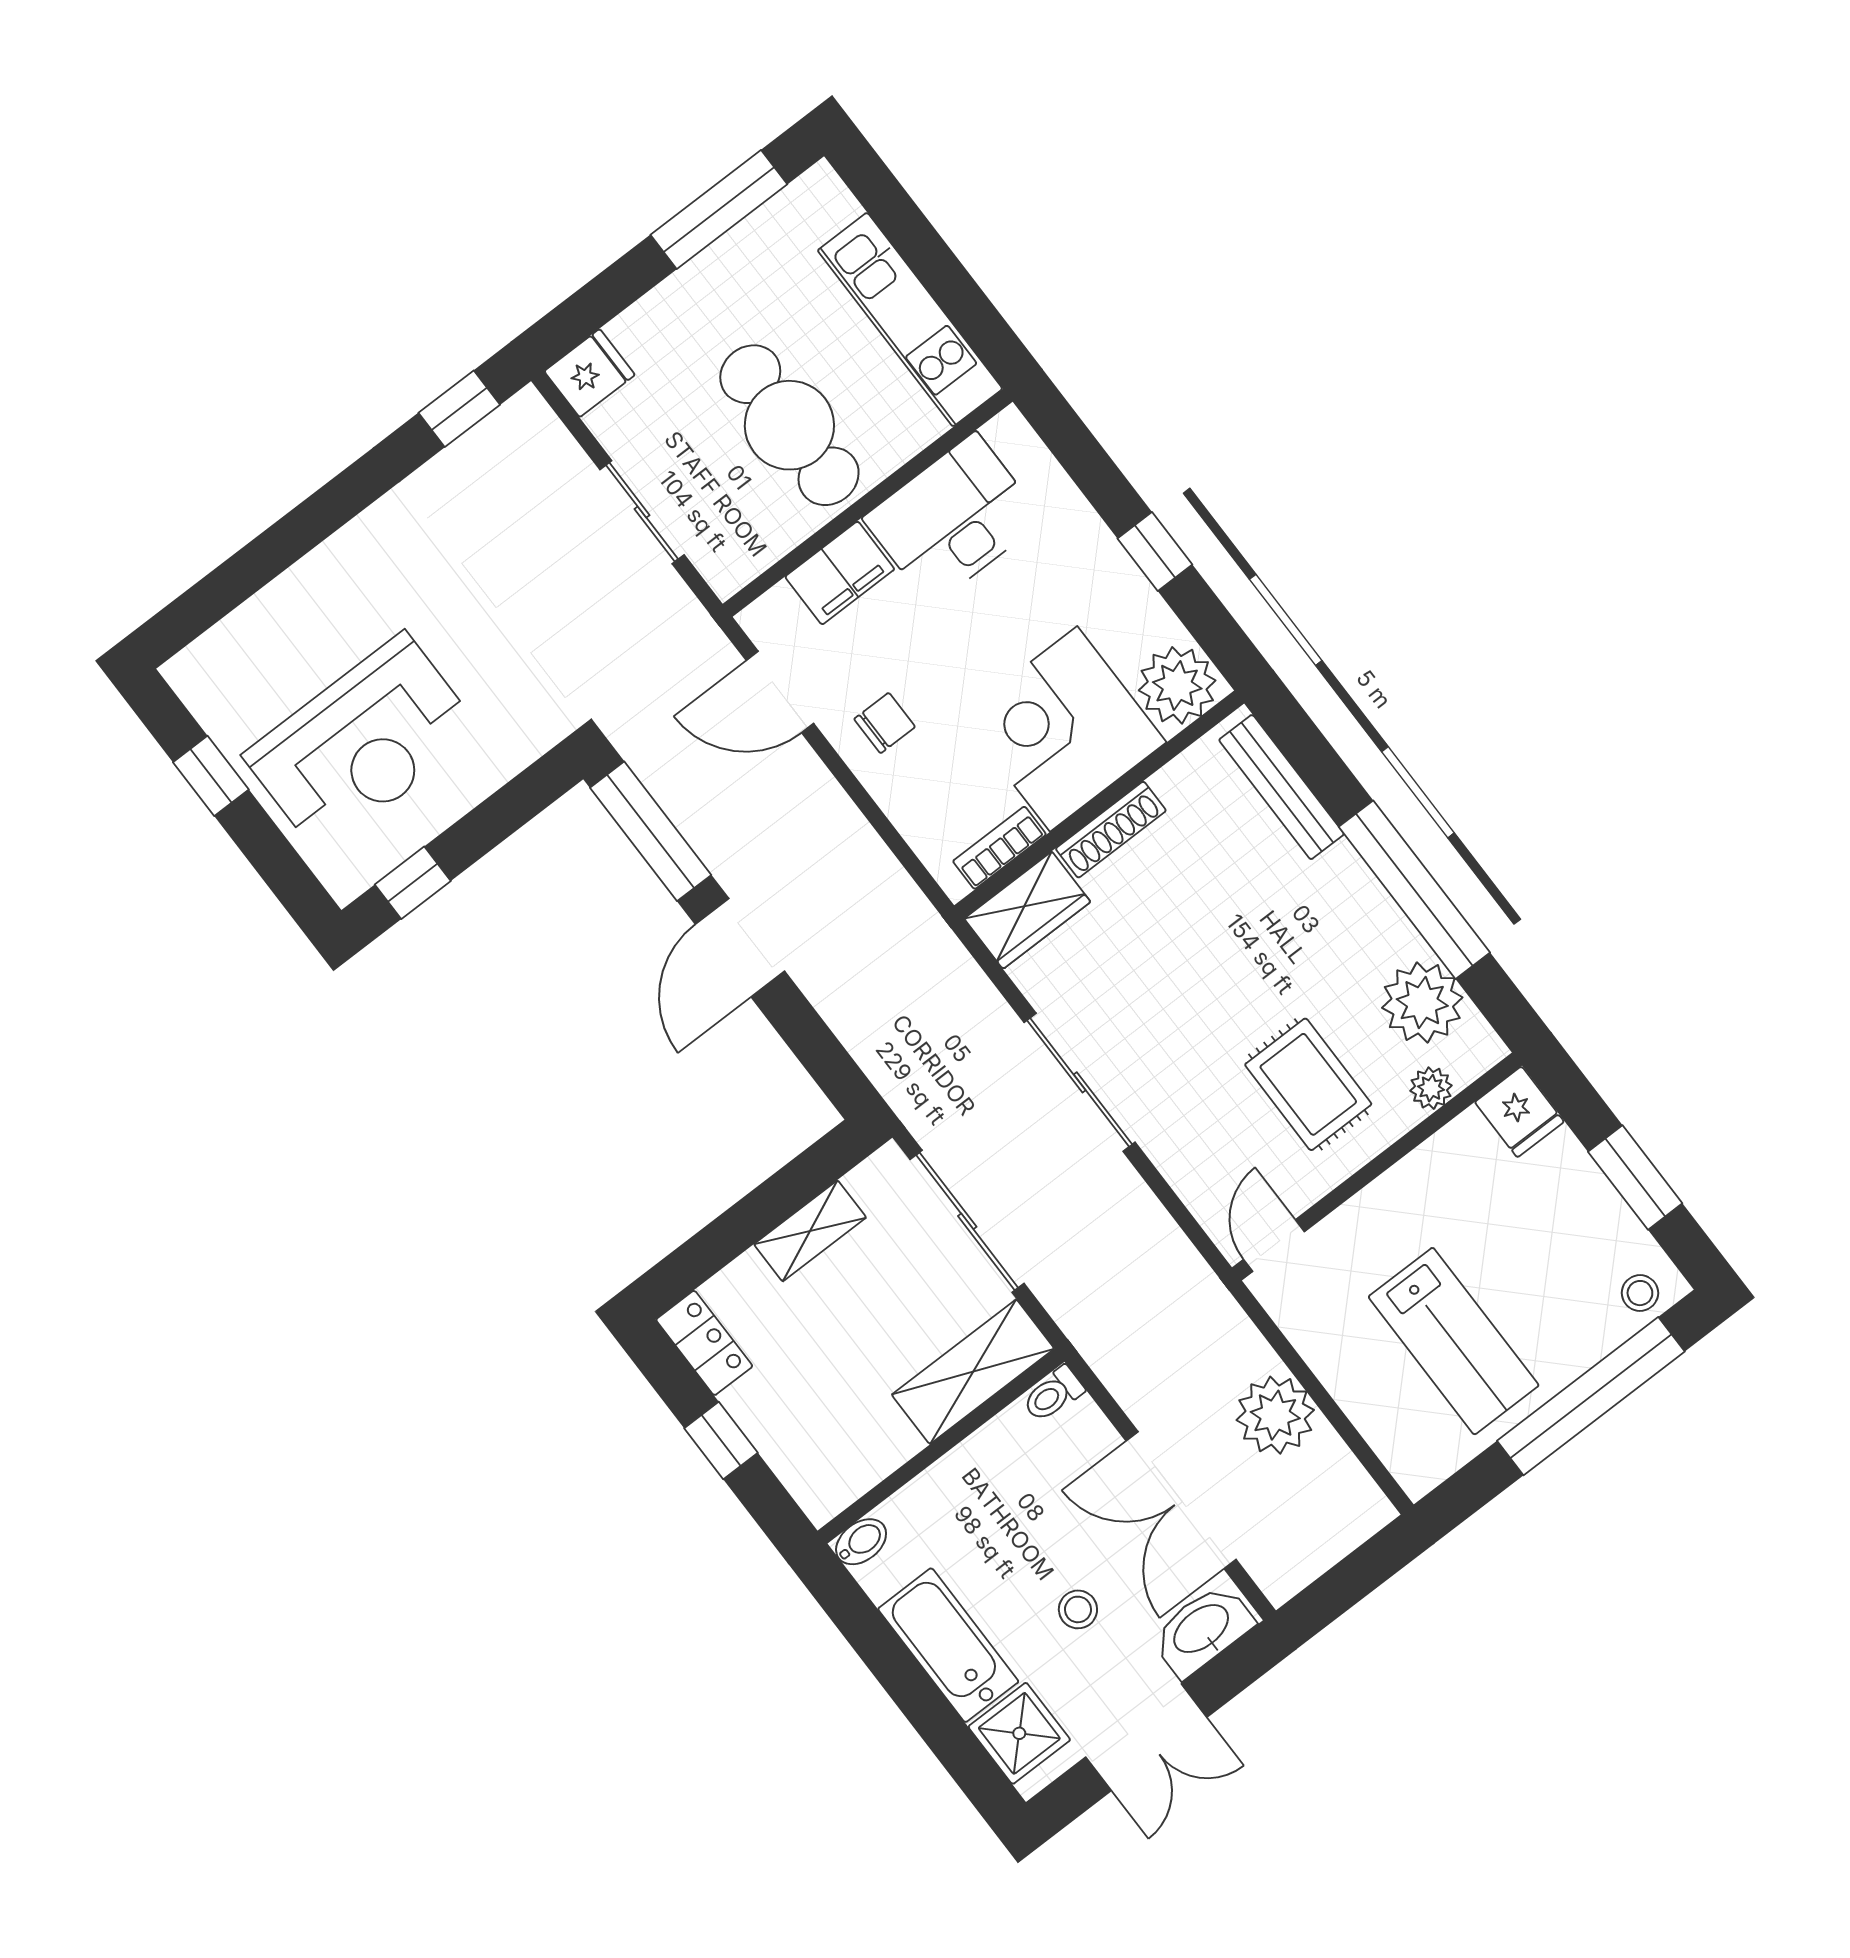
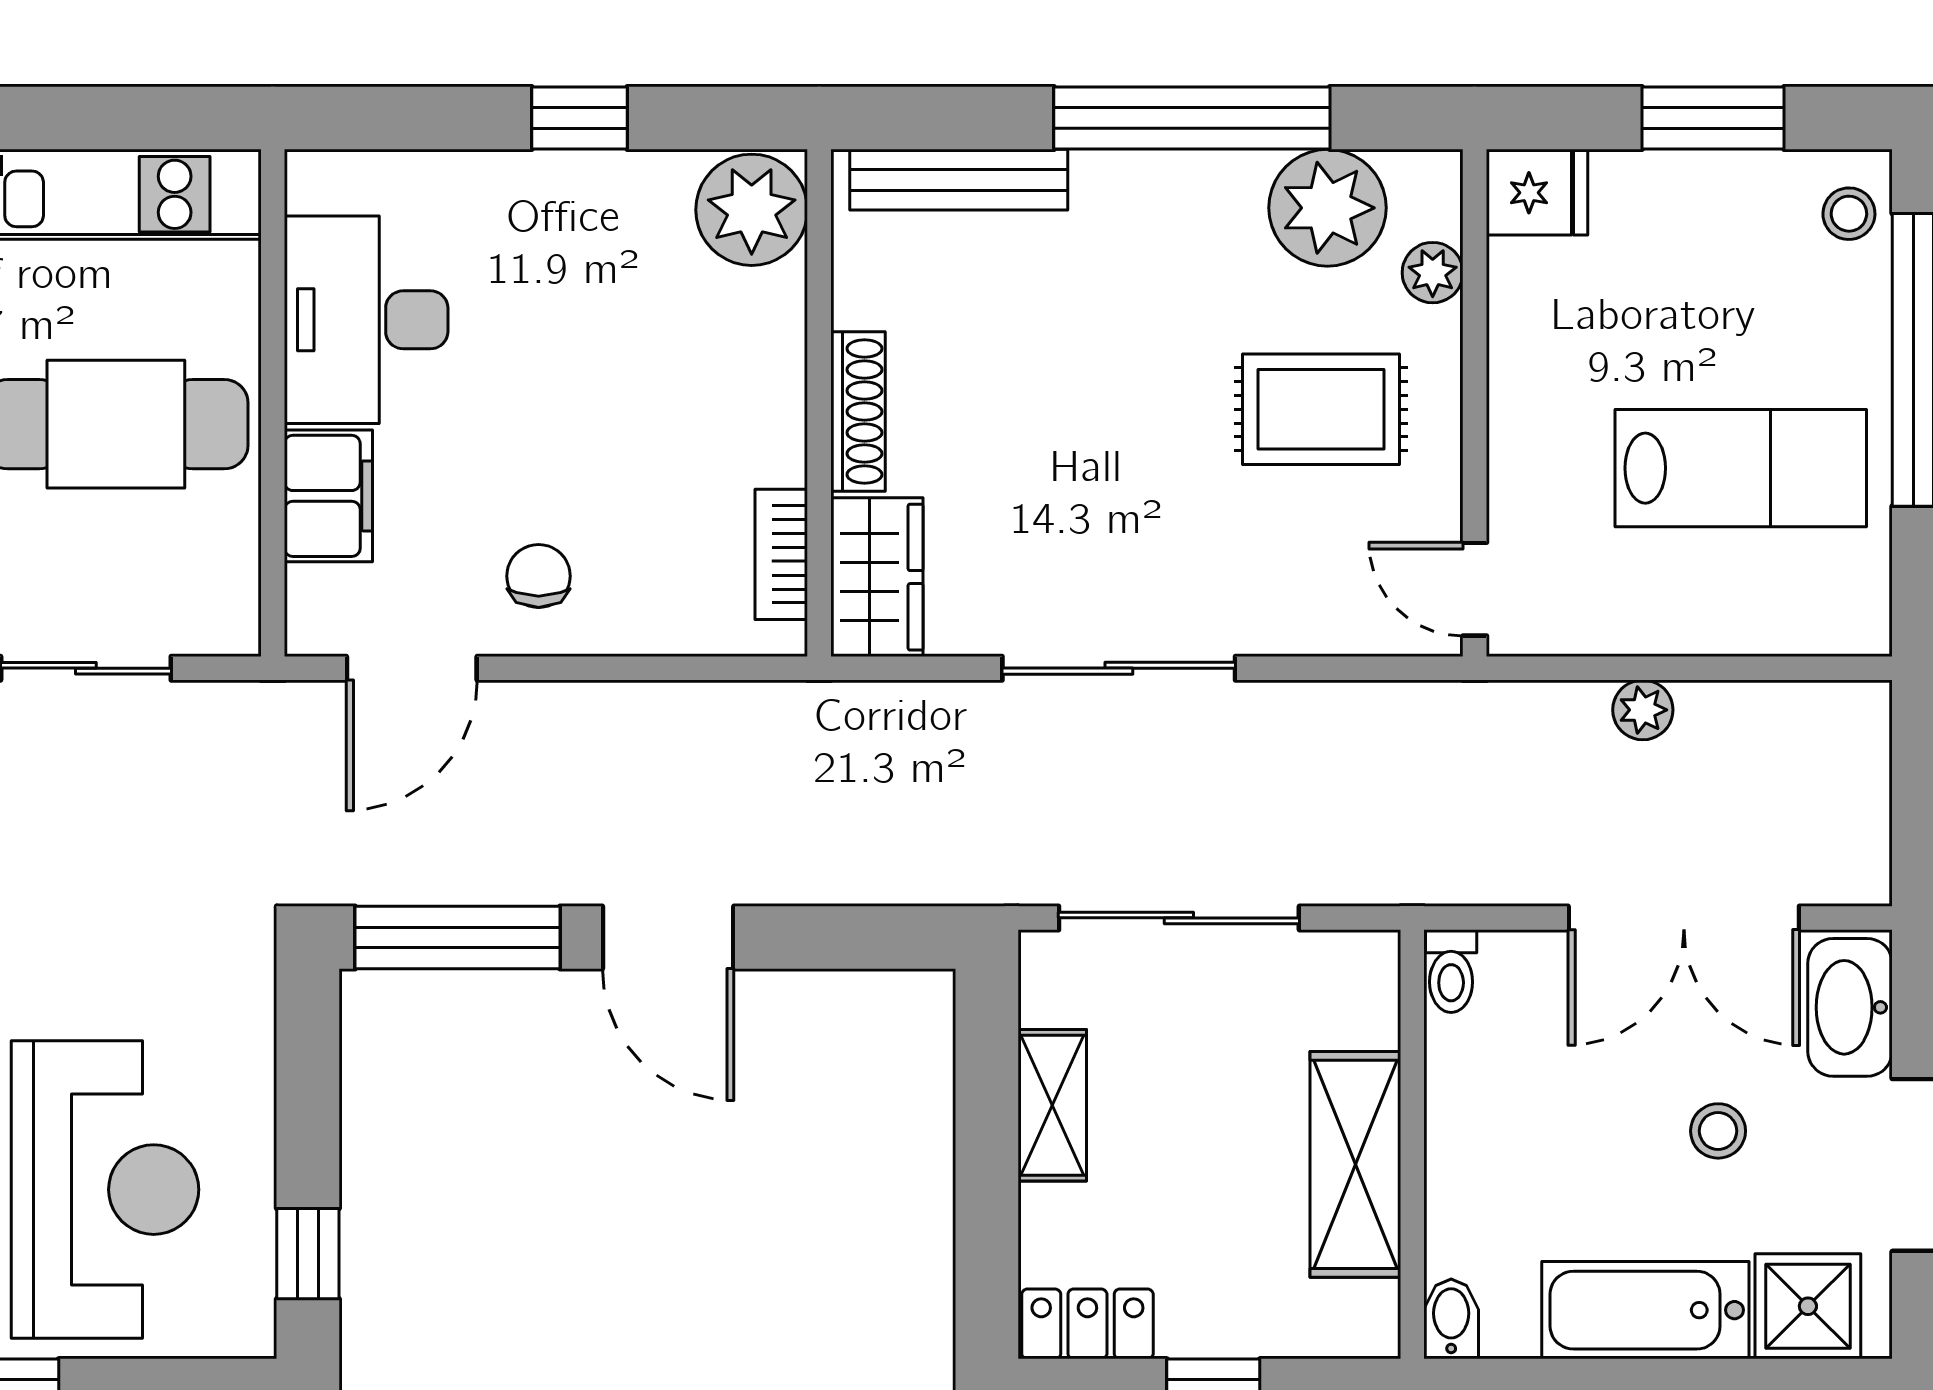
corner desk: (1064, 729) -> (702, 377), removed
shelving: (973, 1372) -> (1355, 1164), moved
plant: (1275, 1415) -> (1643, 710), width x0.53, depth x0.53

